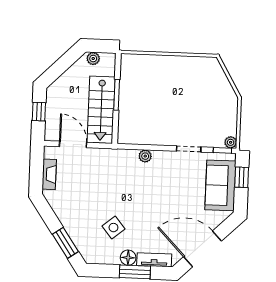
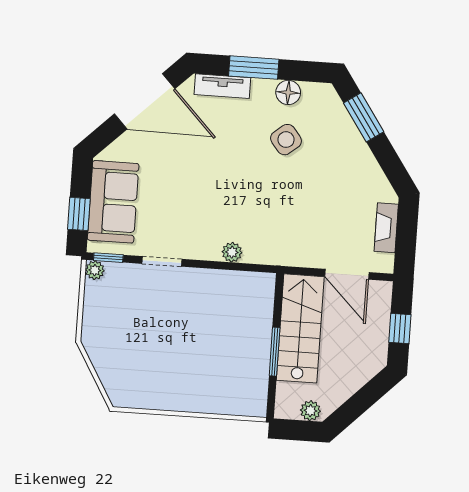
floor lamp: (128, 258) -> (288, 92), moved

